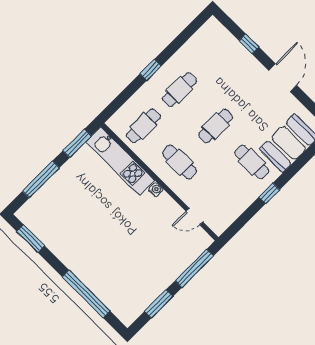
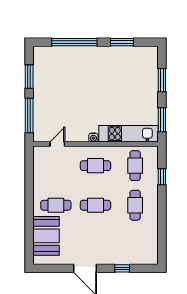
window: (151, 70) -> (162, 177), moved
cafe table: (216, 126) -> (95, 205), turned 90
window: (41, 179) -> (162, 80), width x0.69
window: (269, 193) -> (29, 198), removed
window: (31, 238) -> (122, 42), moved

